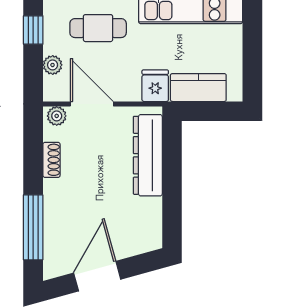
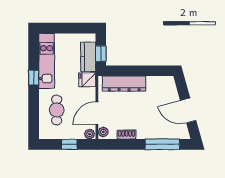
window: (33, 30) -> (69, 144), moved
plant: (53, 65) -> (89, 134), moved
window: (204, 111) -> (101, 54), added

